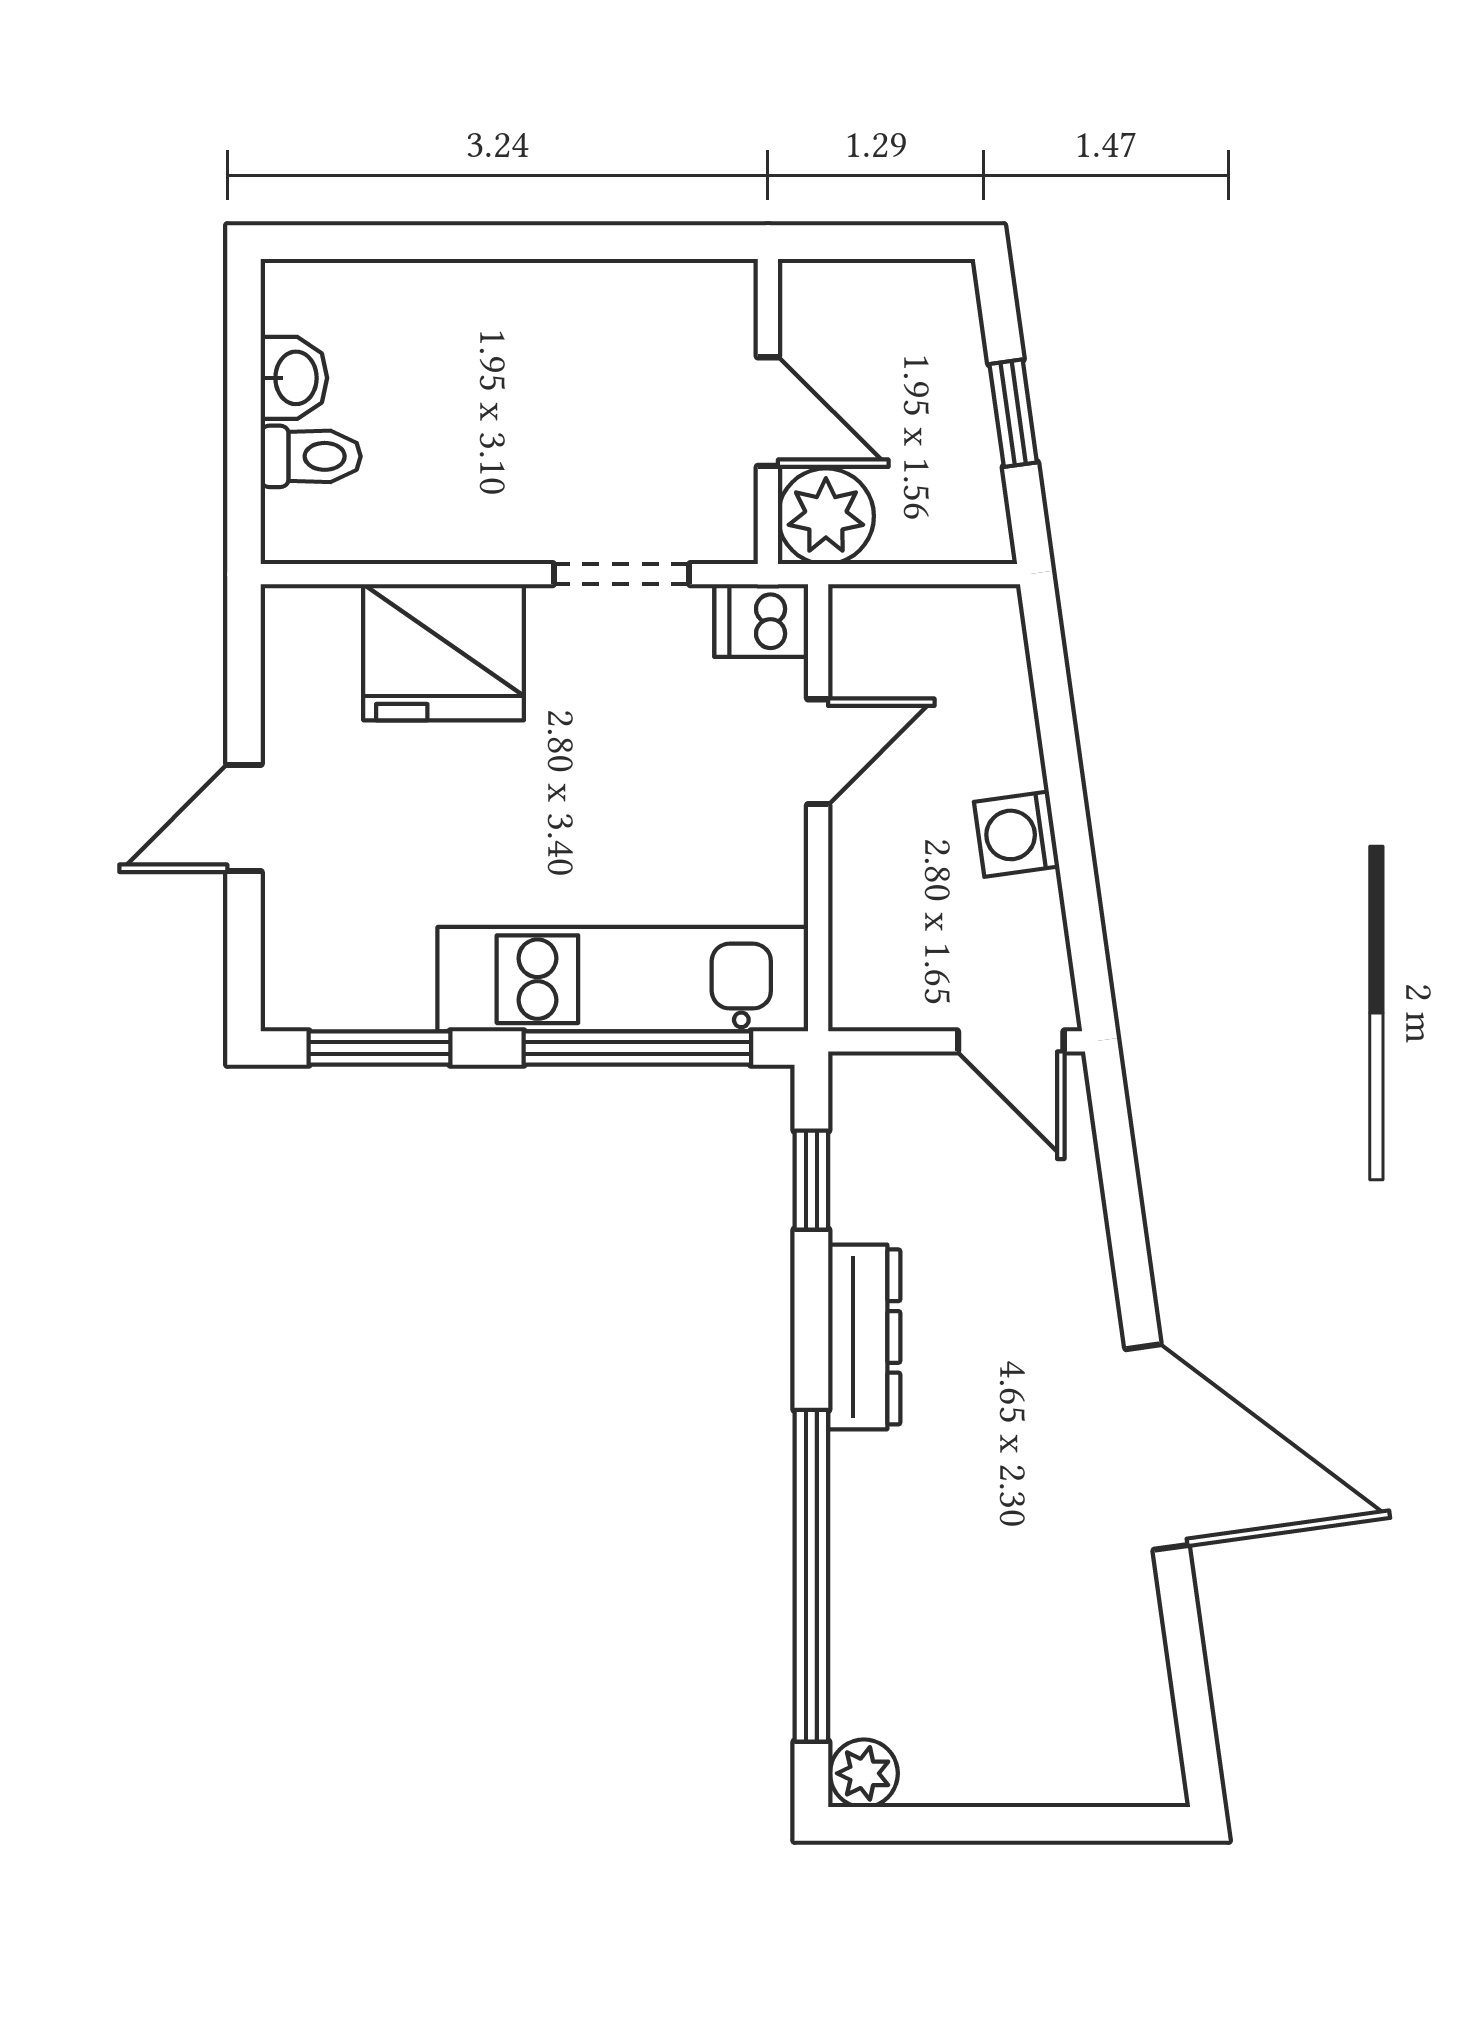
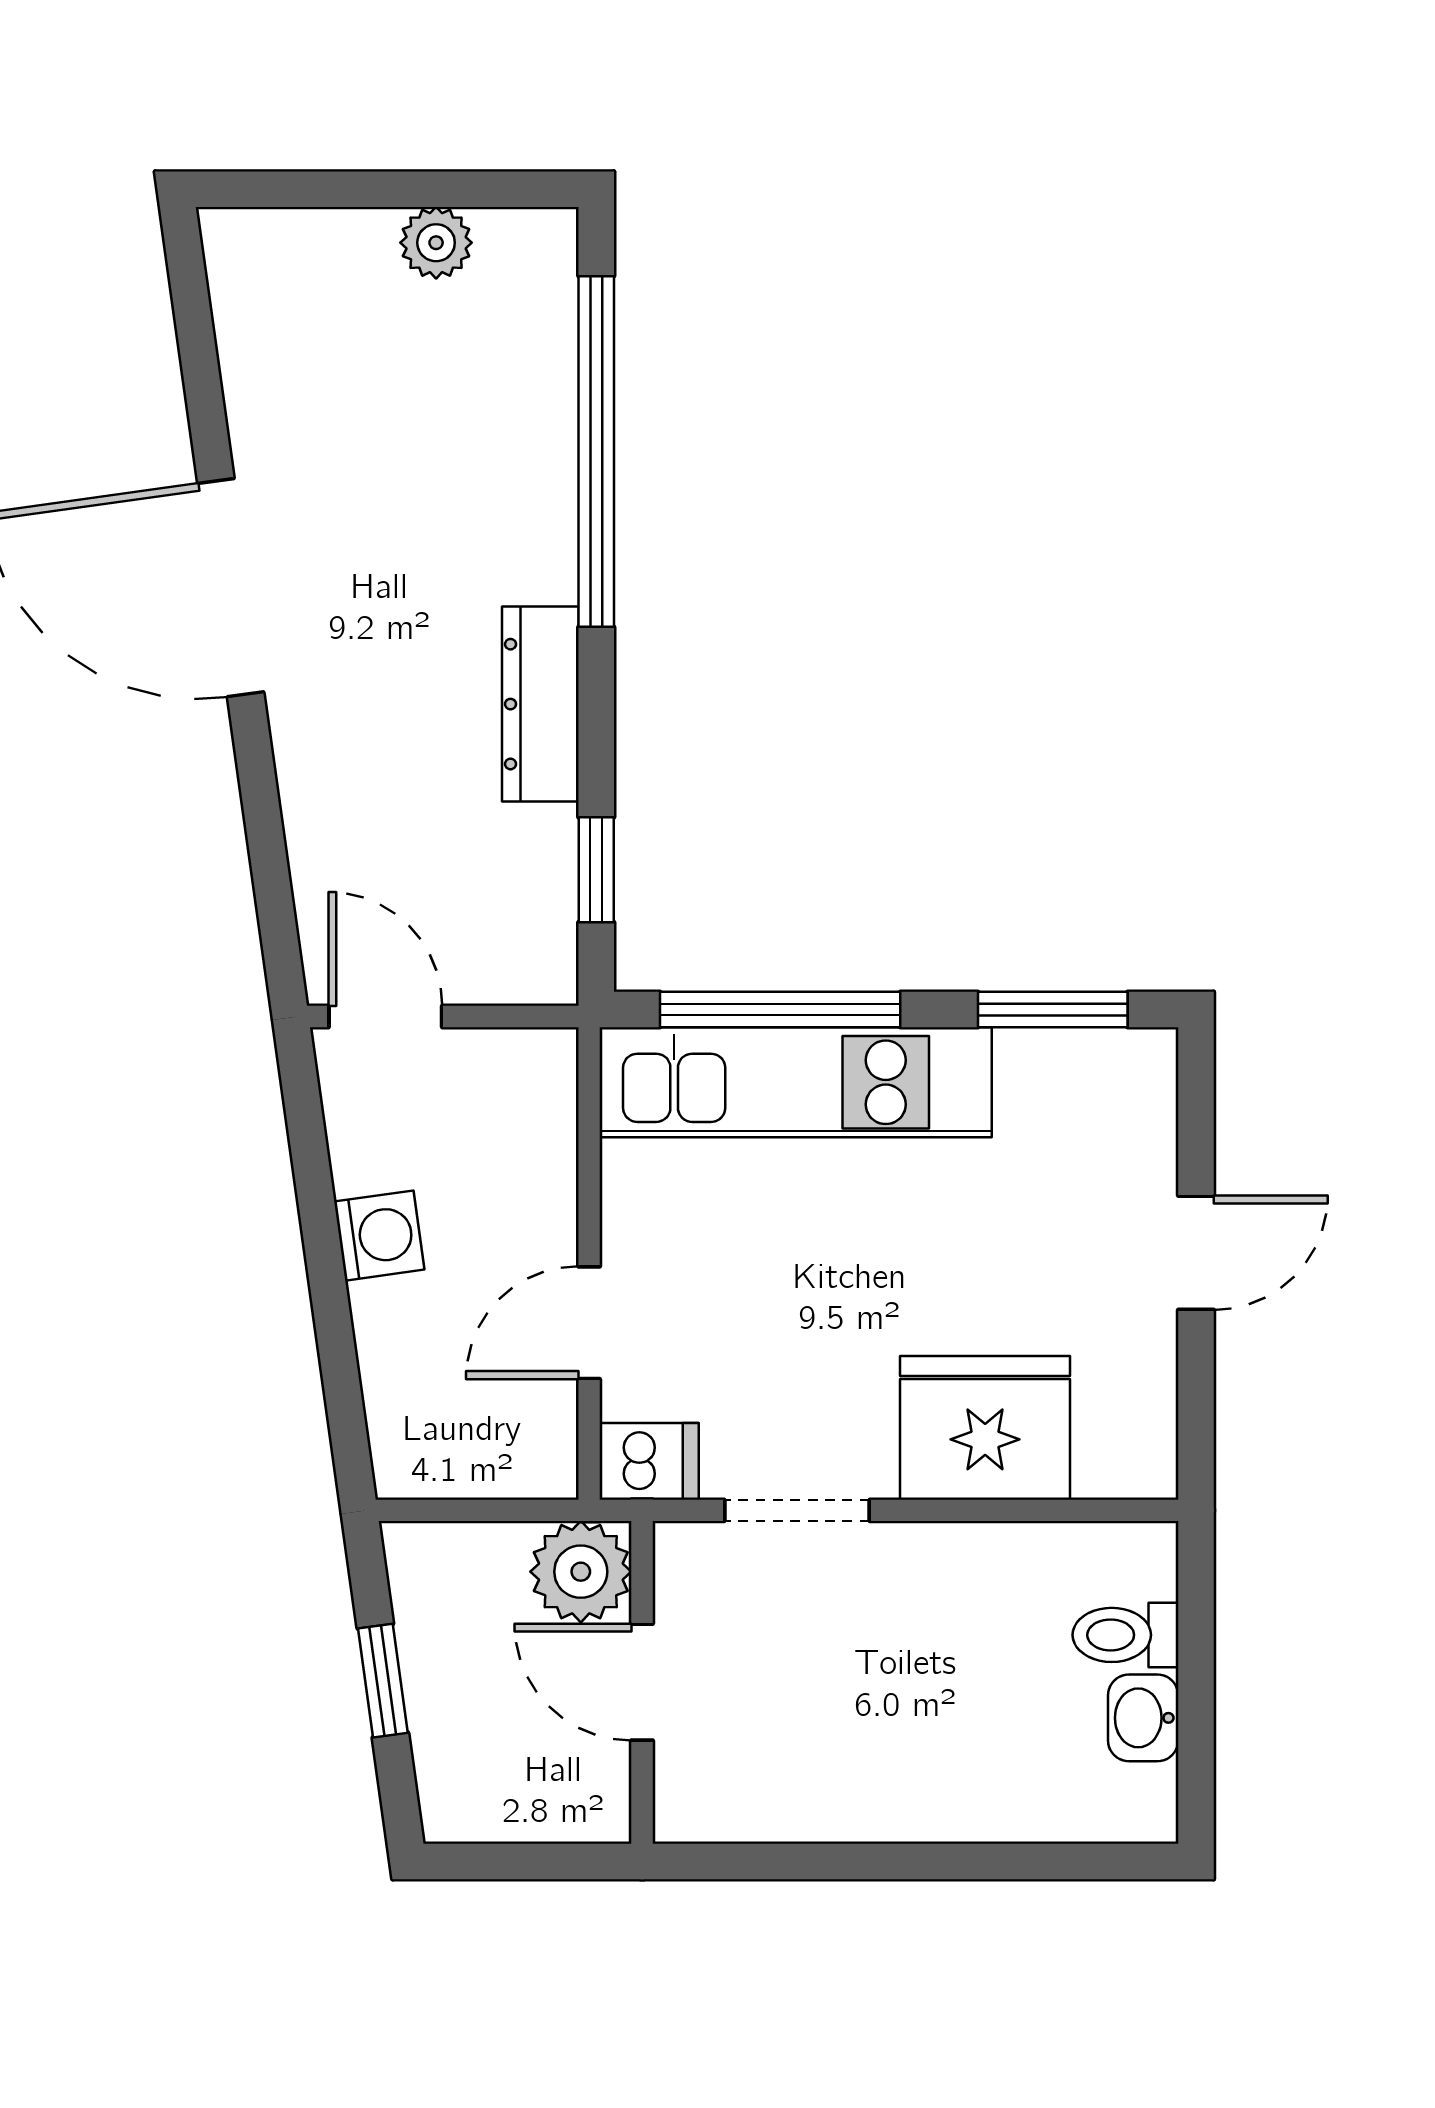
plant: (864, 1773) -> (436, 243), moved

